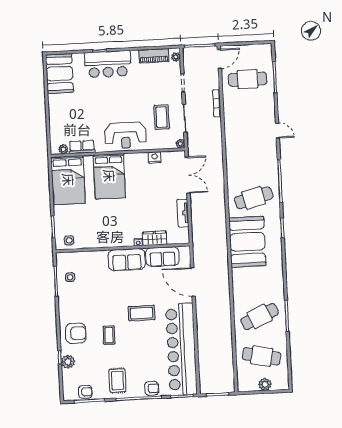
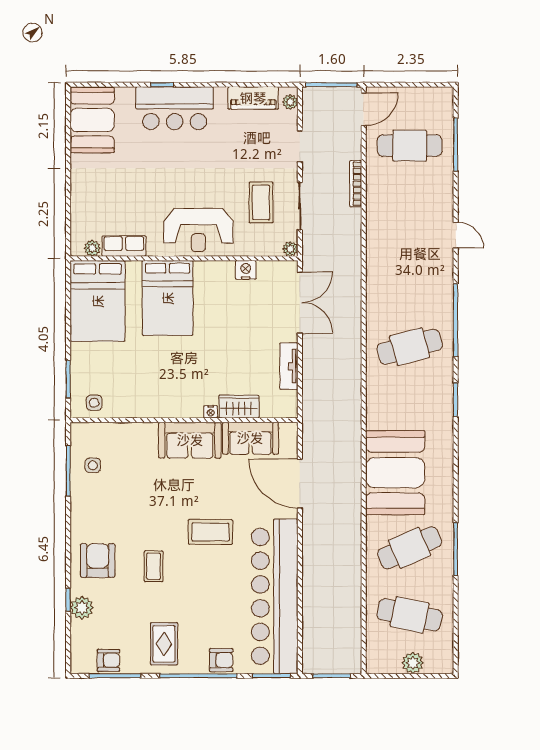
booth: (247, 242) -> (395, 473), moved
armchair: (76, 333) -> (98, 560), turned -90

